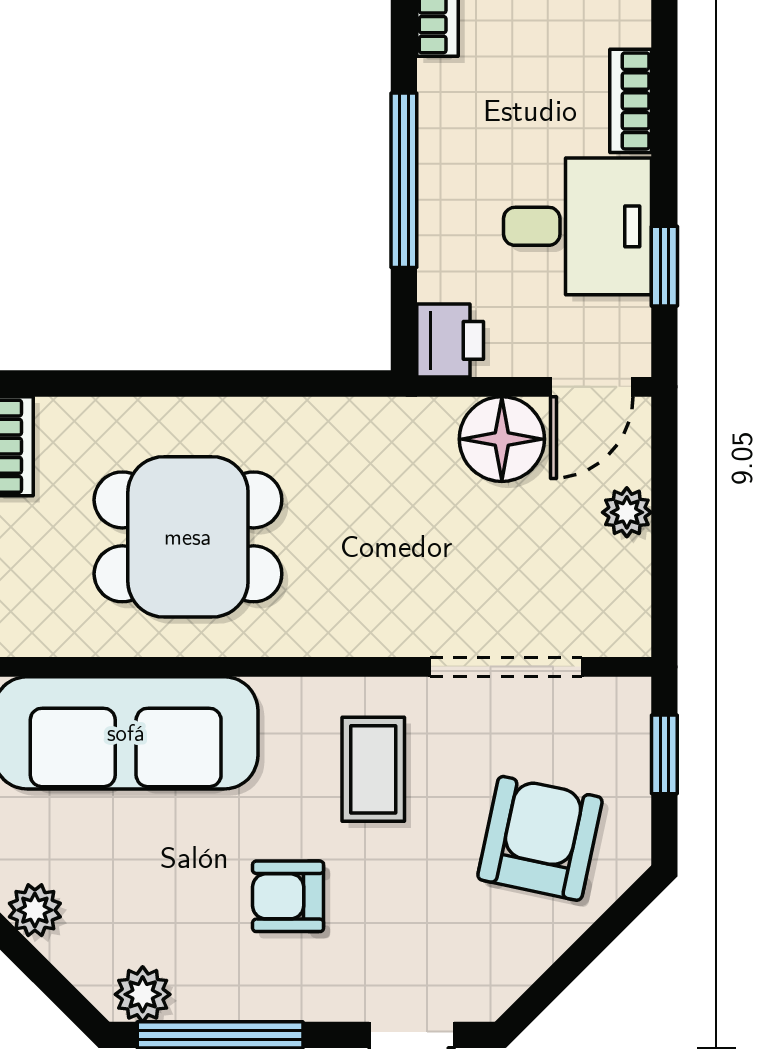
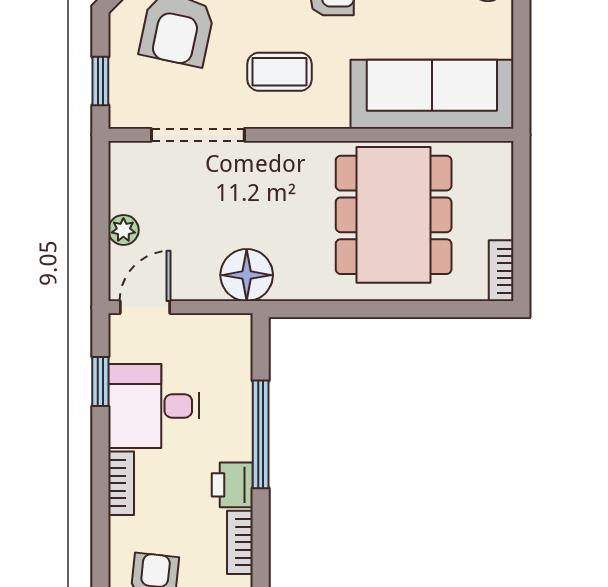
printer: (450, 340) -> (232, 485), moved
floor lamp: (502, 439) -> (247, 275), moved
dining table: (188, 537) -> (394, 215), width x1.38
coffee table: (373, 769) -> (279, 72), turned 90

